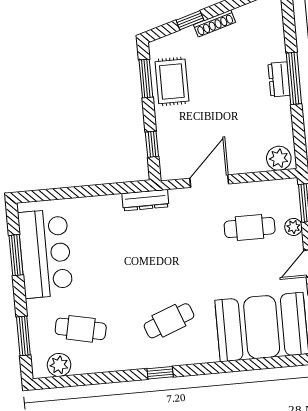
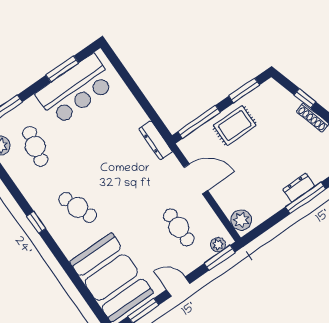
rug: (172, 81) -> (235, 126), moved
window: (152, 144) -> (199, 122), width x2.17
plant: (293, 227) -> (218, 245), moved

